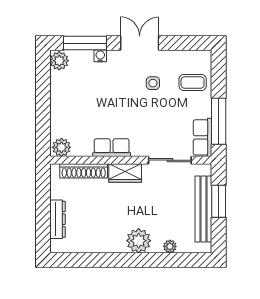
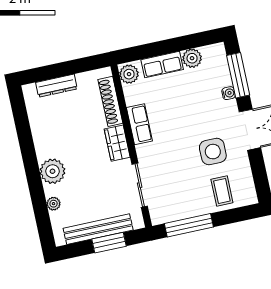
plant: (59, 61) -> (192, 58), moved
side table: (153, 83) -> (213, 152), width x1.87, depth x1.87
row of seats: (203, 137) -> (162, 65), moved, turned 180

